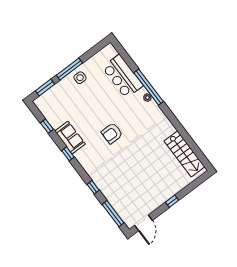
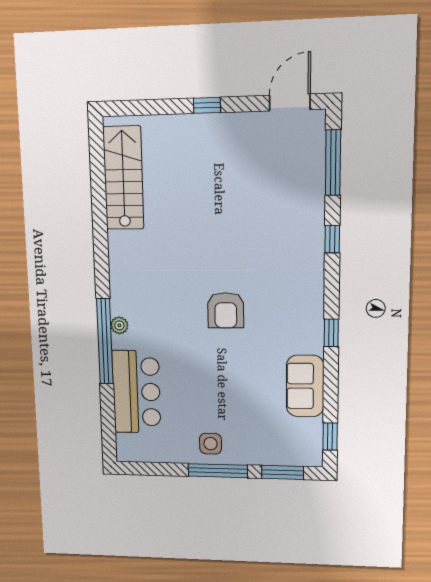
window: (47, 126) -> (330, 437), moved
armchair: (112, 133) -> (226, 310), turned 90
sofa: (70, 138) -> (305, 386), moved

